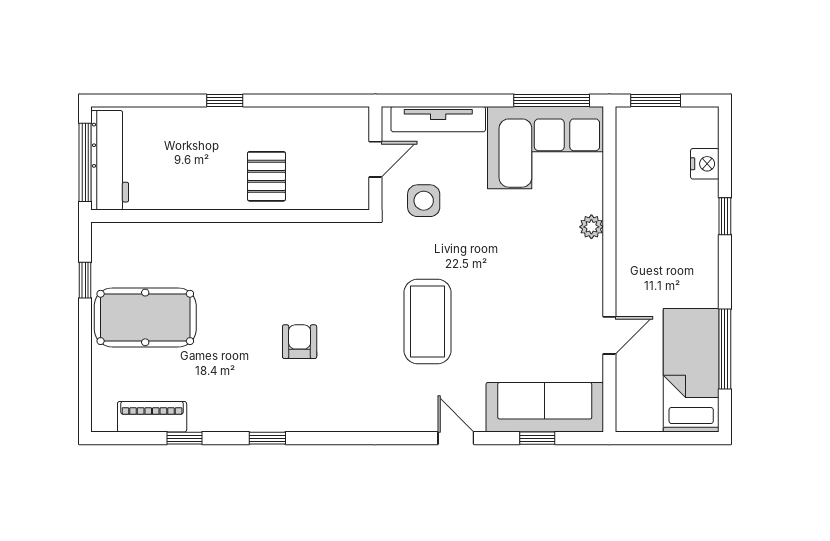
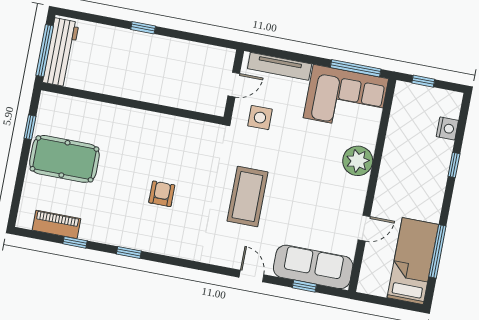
window: (656, 100) -> (423, 81), width x0.67
pallet: (266, 176) -> (161, 82), removed
plant: (591, 227) -> (358, 161), width x1.87, depth x1.87

